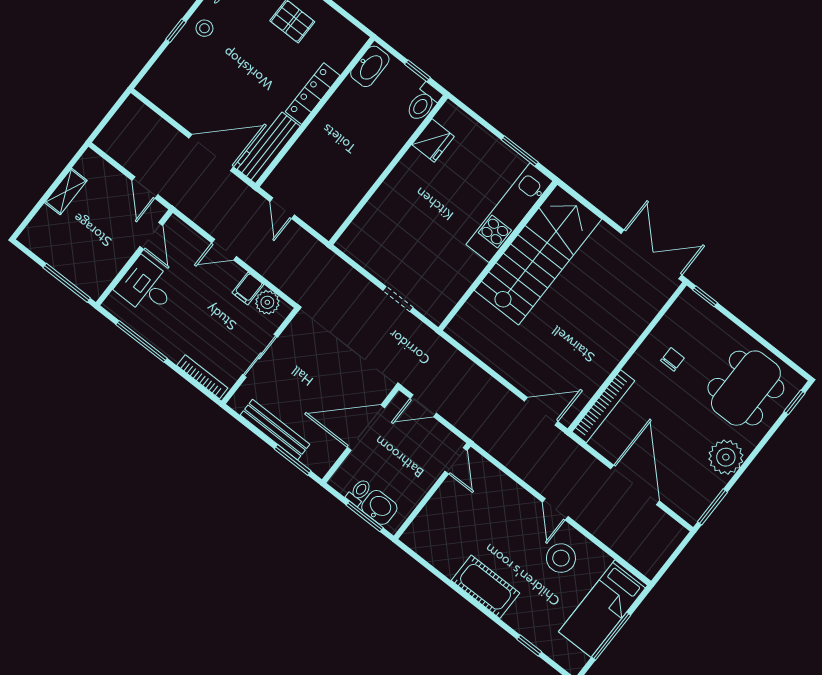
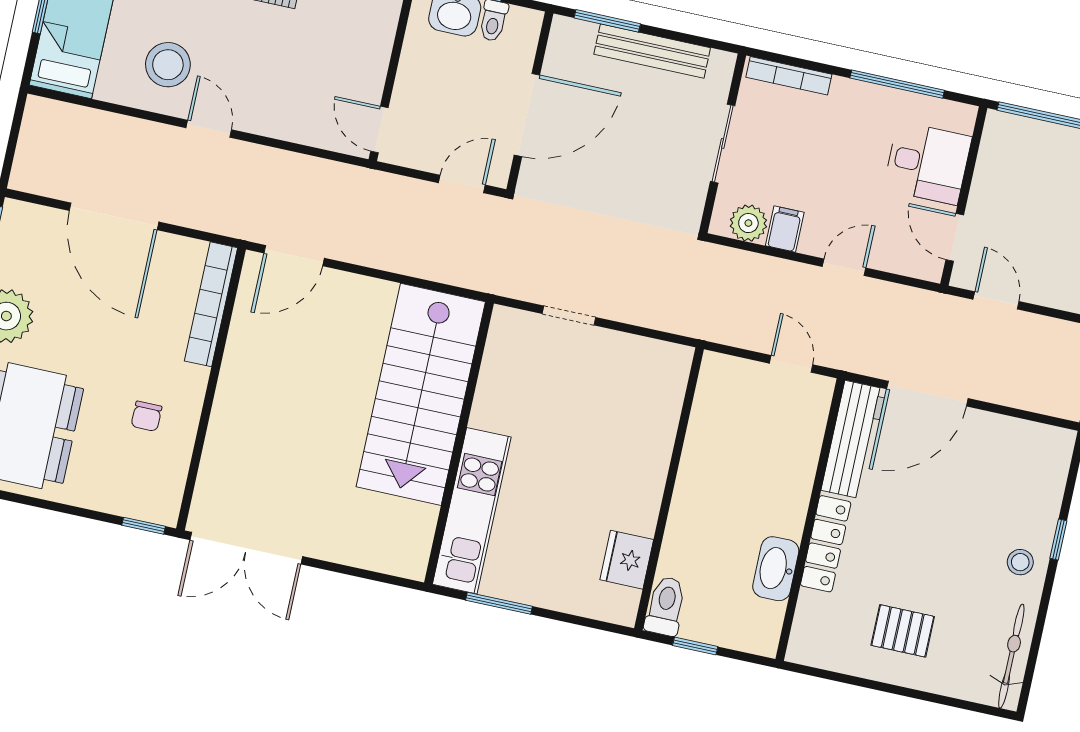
washbasin: (370, 66) -> (776, 569), moved
stairs: (538, 255) -> (421, 394), moved

